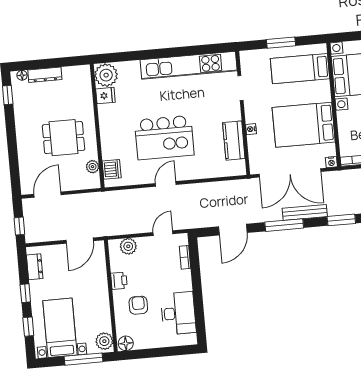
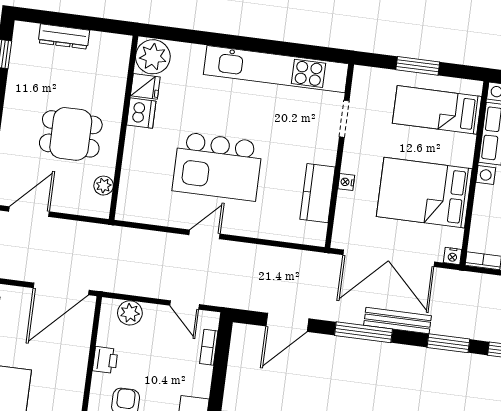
floor lamp: (22, 75) -> (30, 30), removed
dishwasher: (112, 169) -> (141, 113), moved
door: (163, 233) -> (185, 305), swing flipped
door: (80, 241) -> (61, 289), width x1.36

